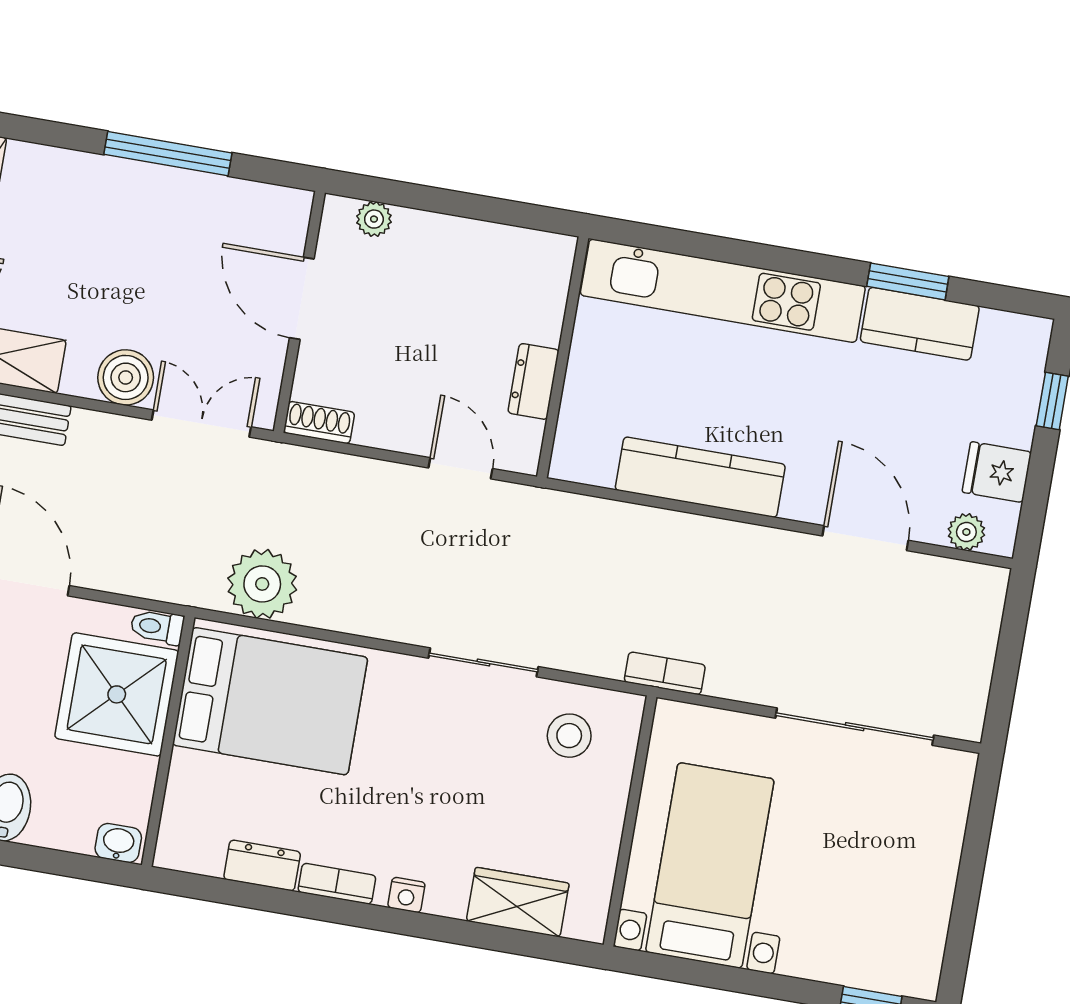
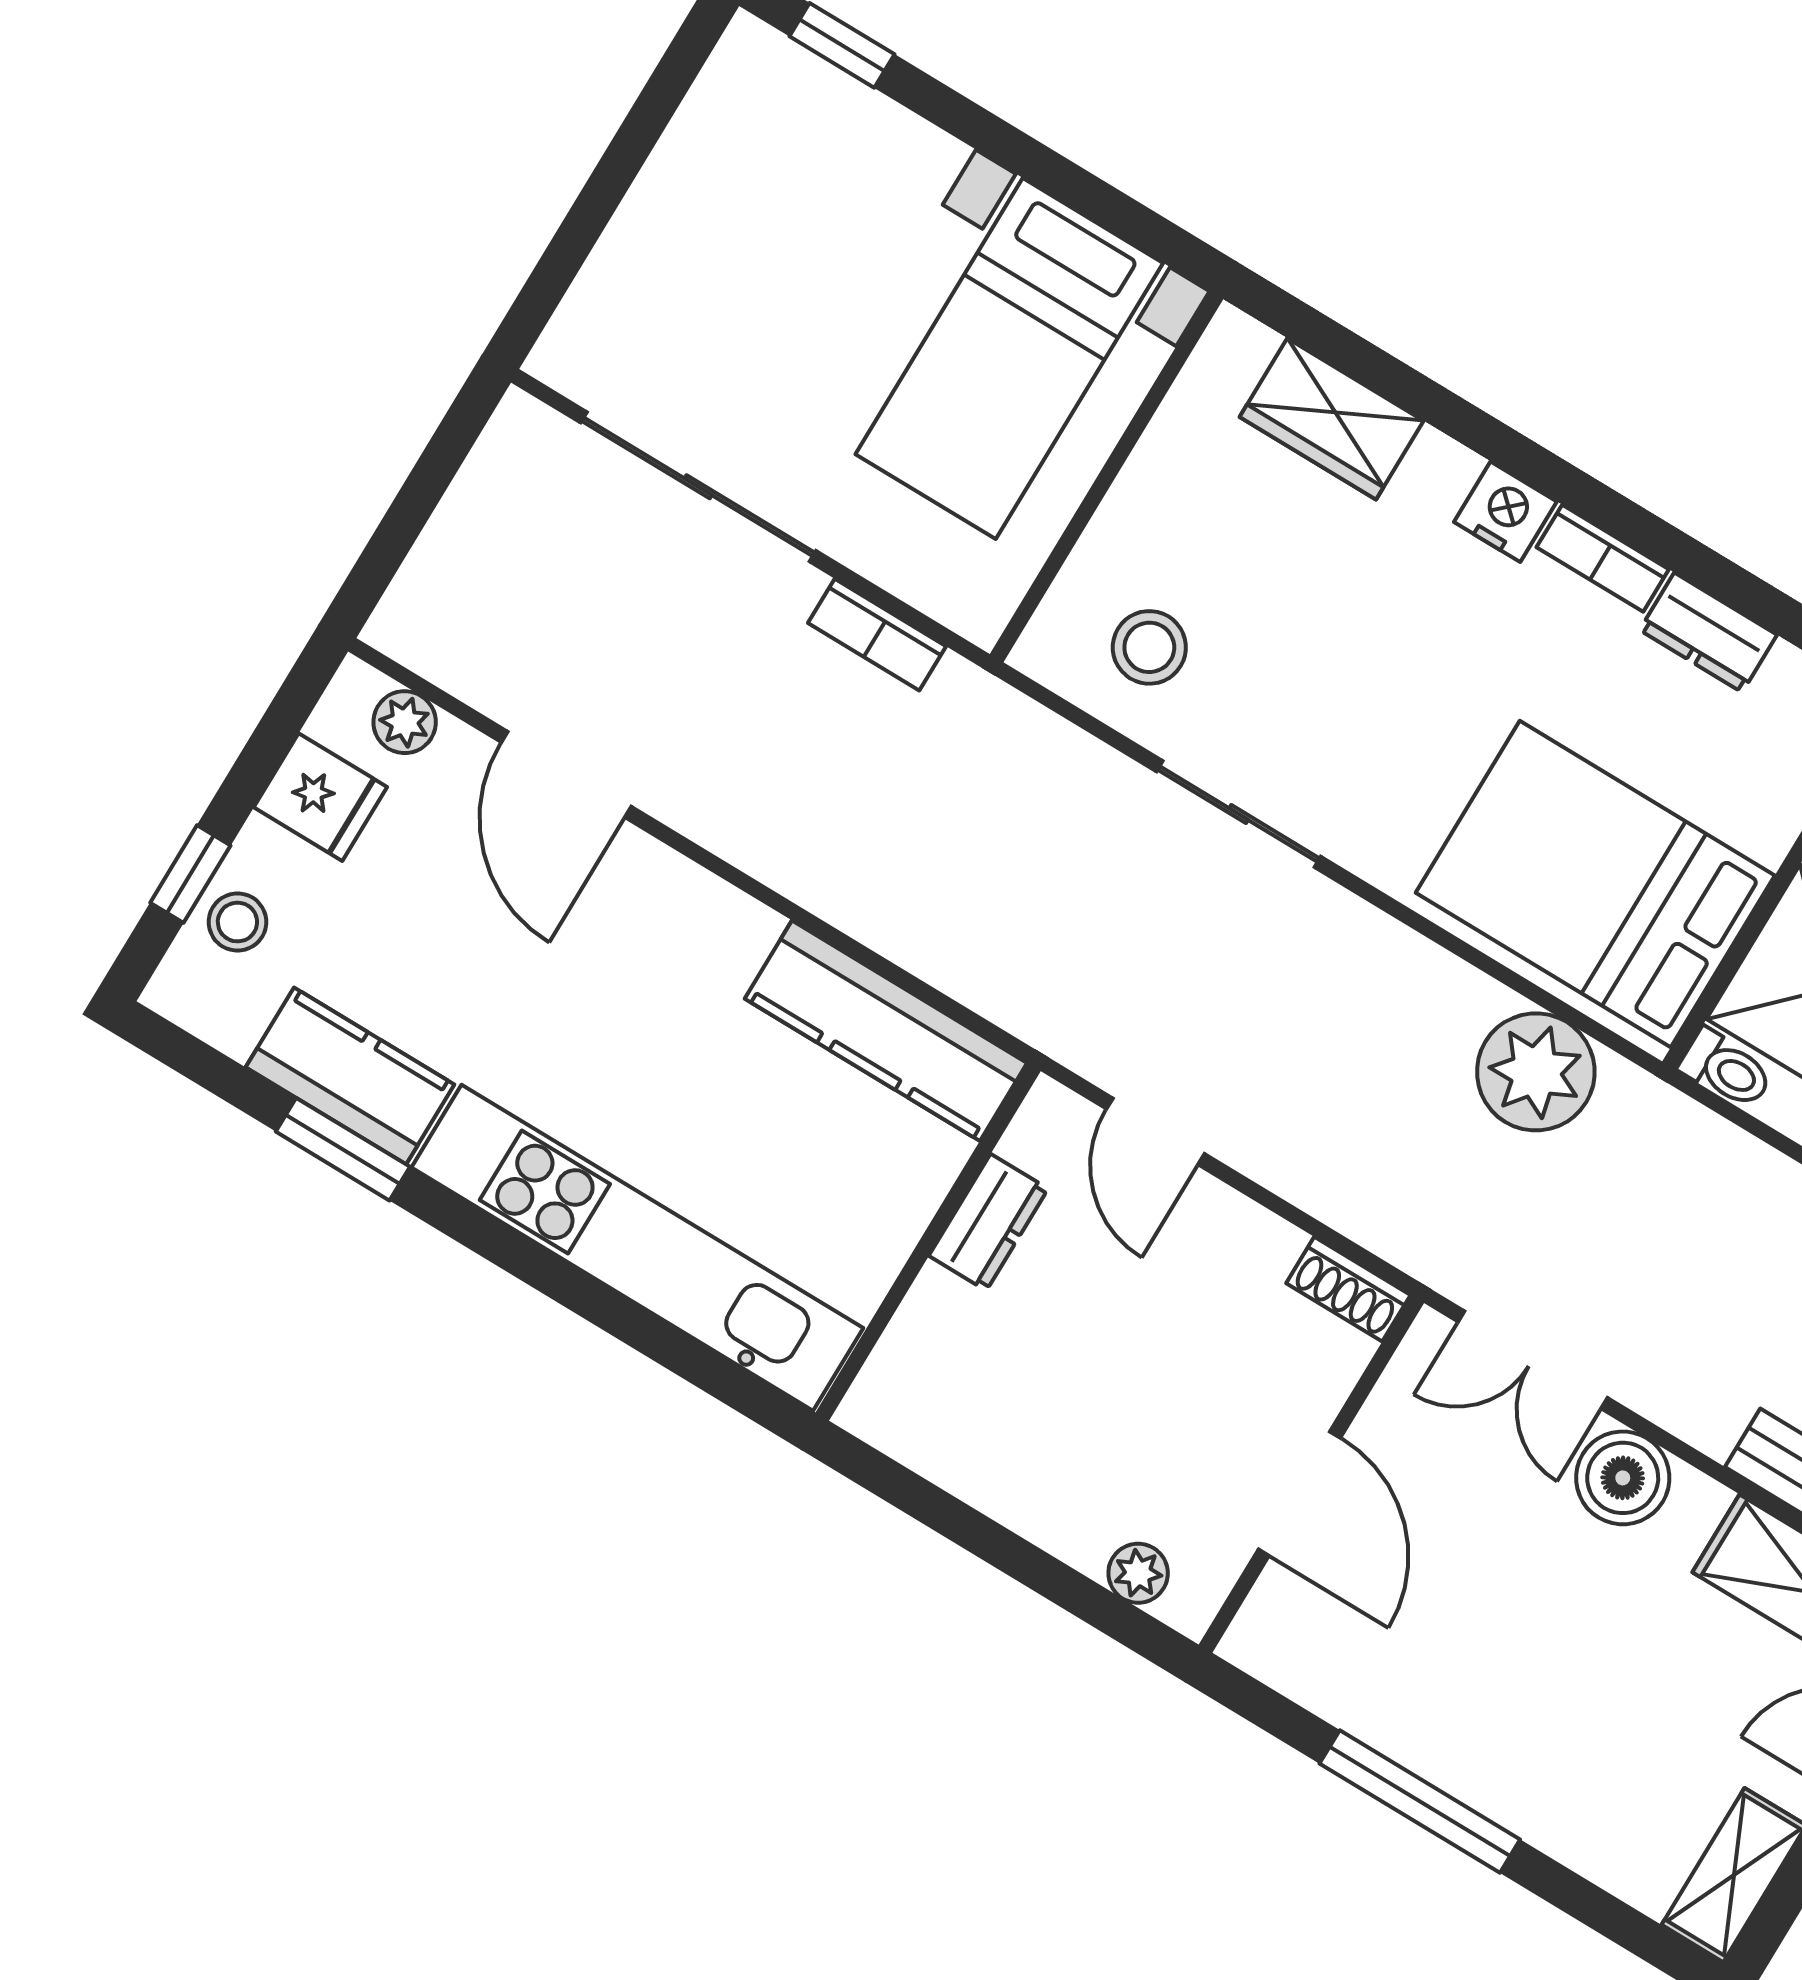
stool: (1016, 385) -> (237, 922), added
kitchen counter: (700, 477) -> (886, 1031), moved
bookcase: (665, 673) -> (877, 635), moved
nightstand: (406, 895) -> (1505, 512), width x1.39, depth x1.35

